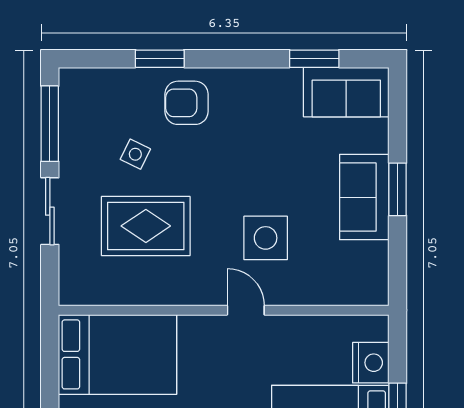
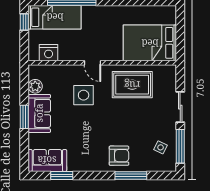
window: (160, 59) -> (131, 175), width x1.44
side table: (135, 154) -> (161, 147), moved
rug: (146, 226) -> (132, 85), moved
plant: (373, 258) -> (35, 86), added
nightstand: (371, 363) -> (49, 53), moved, turned -90

